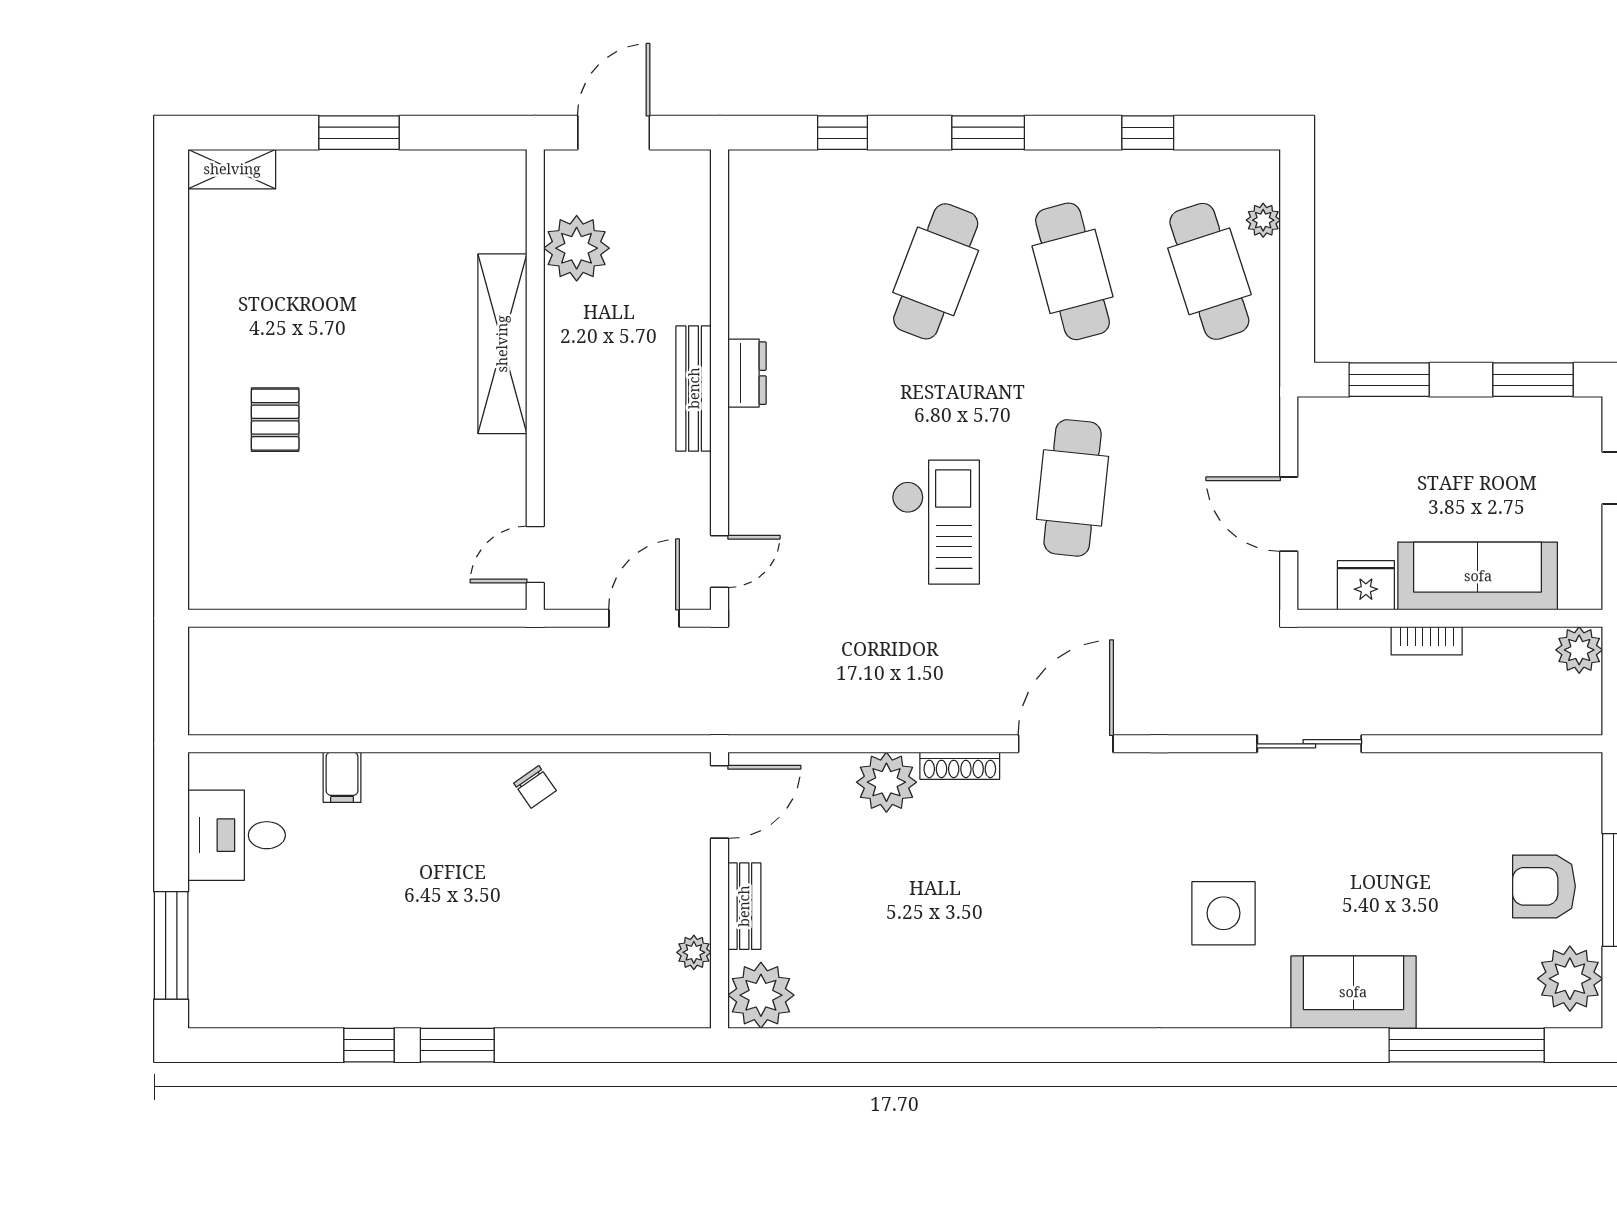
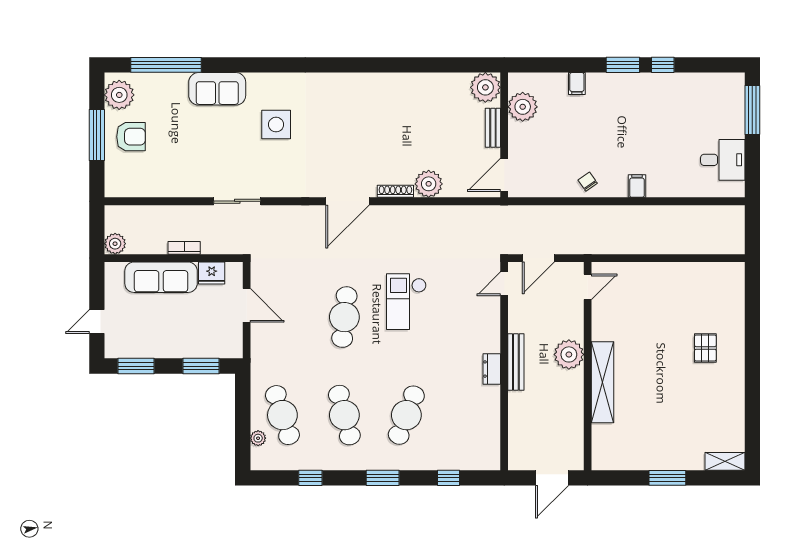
plant: (577, 248) -> (569, 354), moved
filing cabinet: (342, 777) -> (637, 186), moved
plant: (694, 952) -> (523, 107), width x1.87, depth x1.87
filing cabinet: (559, 1004) -> (577, 84), added

